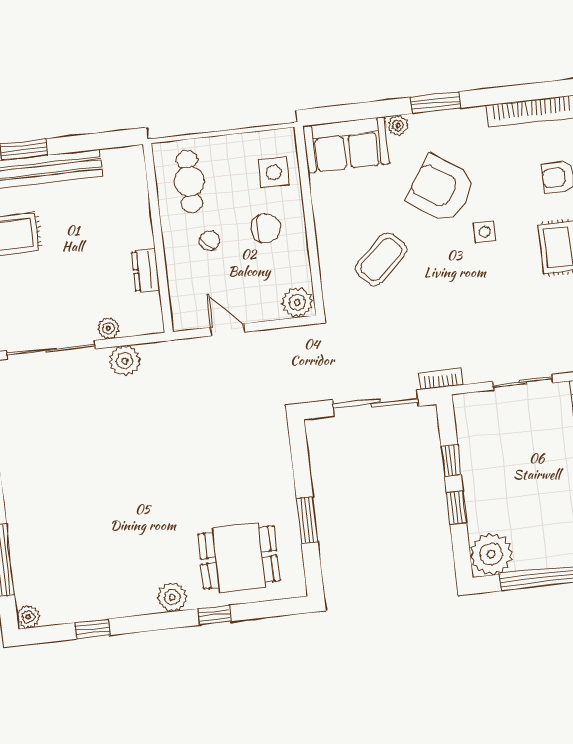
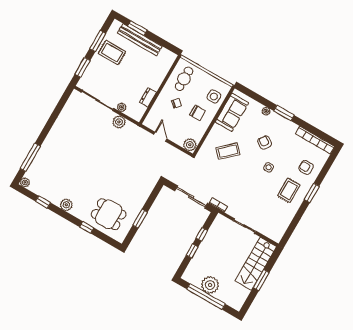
sofa: (346, 145) -> (232, 112), moved, turned -90
armchair: (441, 189) -> (265, 143), width x0.53, depth x0.53
plant: (491, 554) -> (210, 285), moved
plant: (172, 597) -> (66, 205), moved

